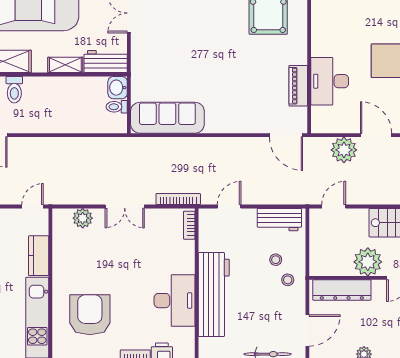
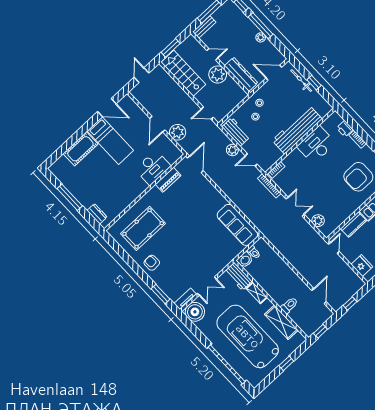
plant: (262, 195) -> (232, 150), added
door: (33, 206) -> (334, 248), swing flipped

